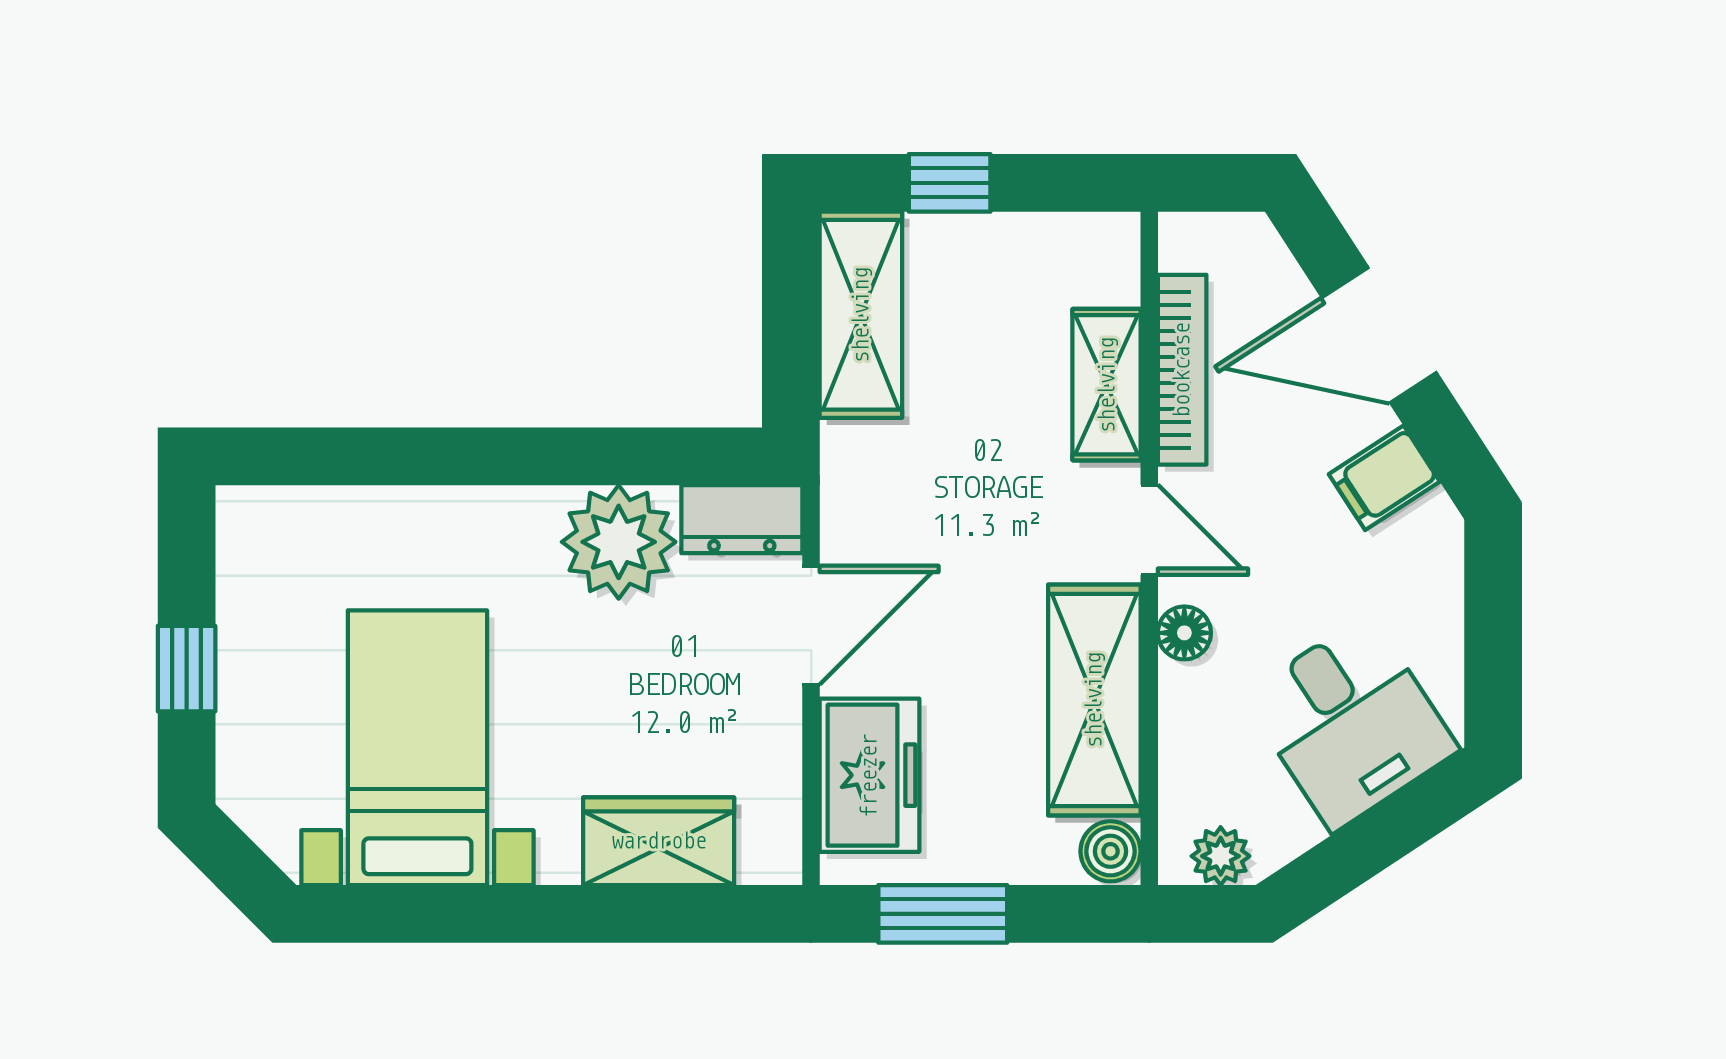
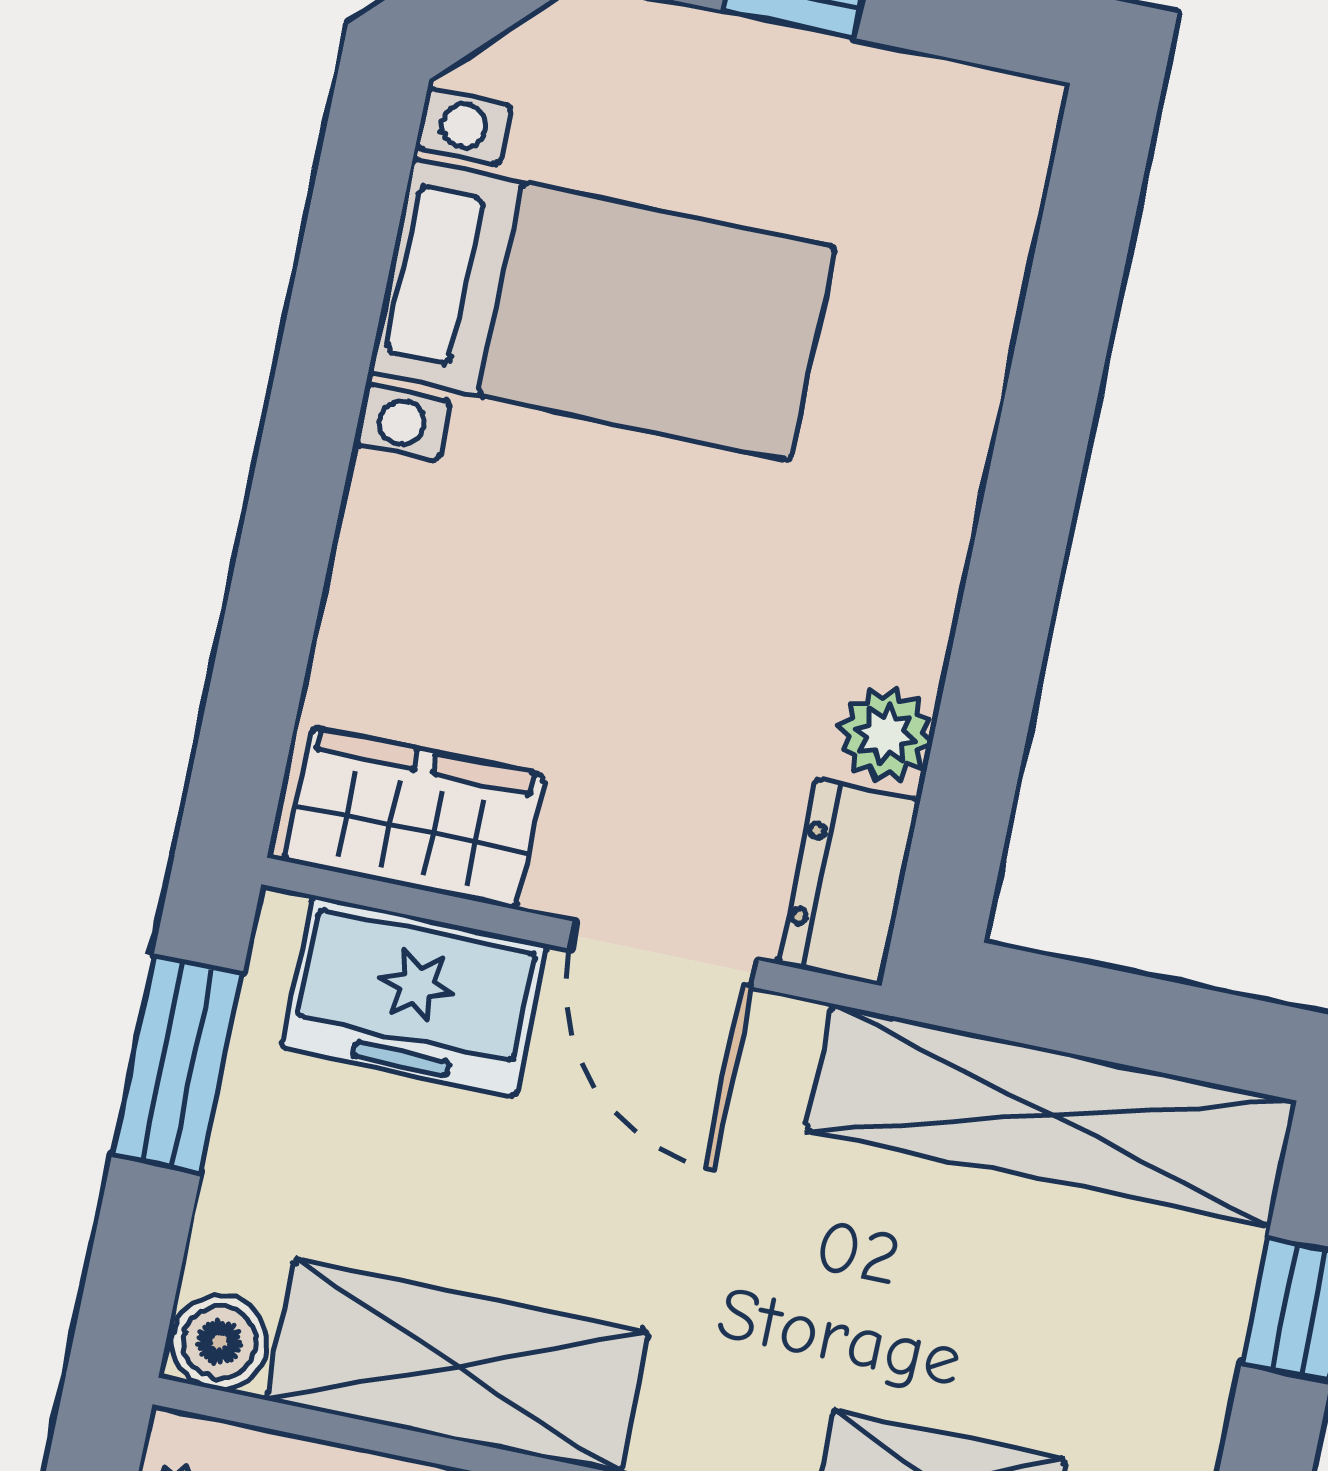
shelving: (861, 315) -> (1051, 1115), width x1.47
plant: (619, 542) -> (886, 735), width x0.53, depth x0.53
wardrobe: (659, 841) -> (414, 818), moved, turned -90

